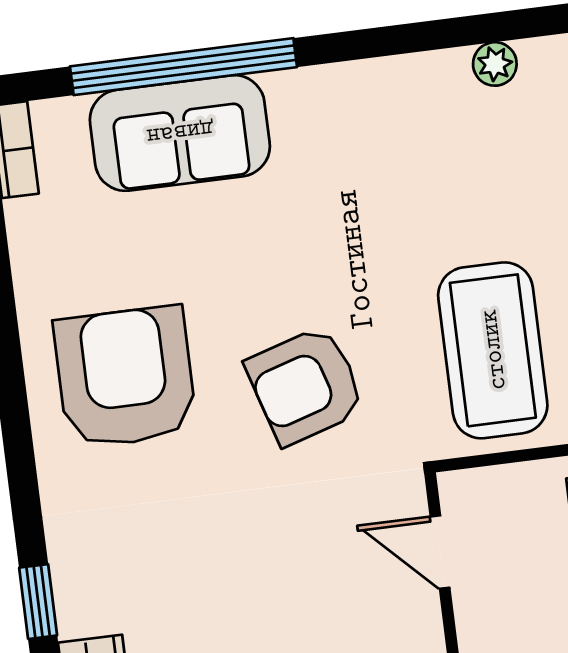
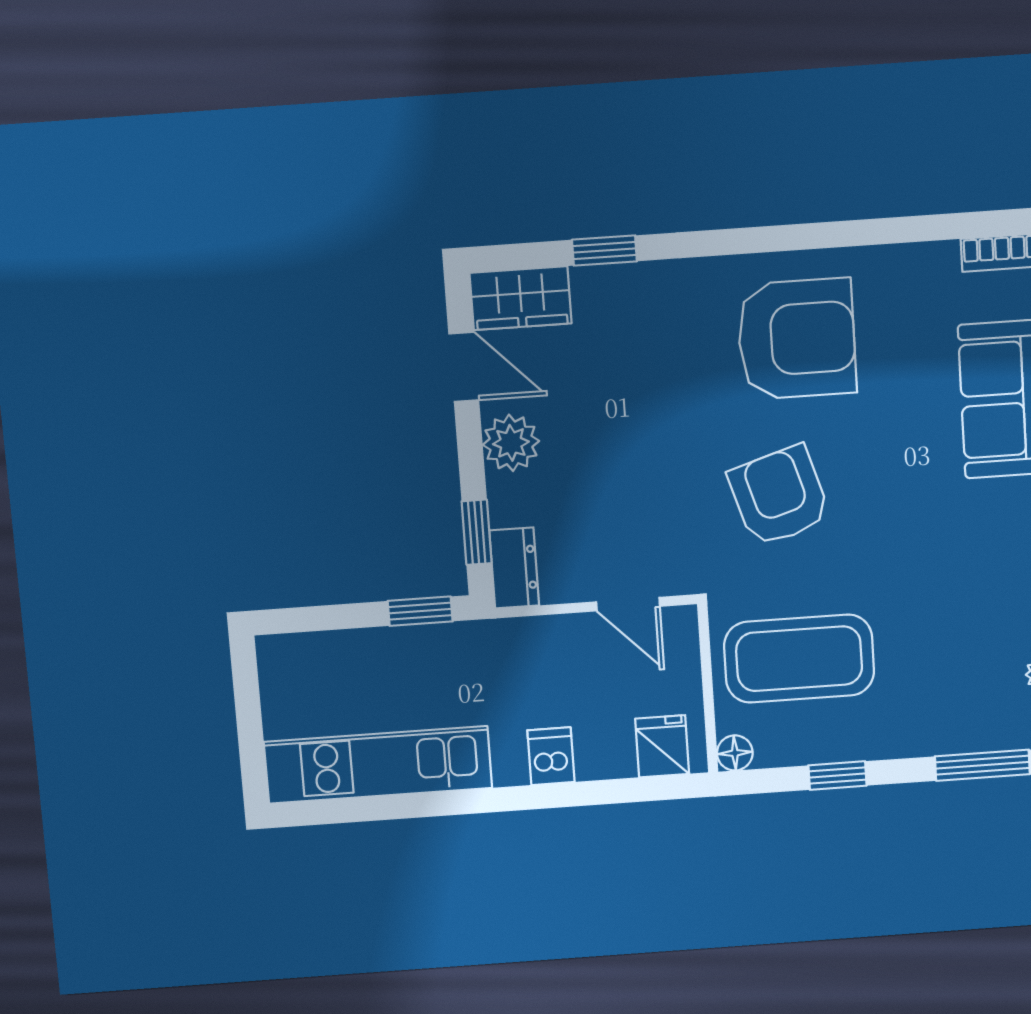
door: (440, 552) -> (628, 604), swing flipped

